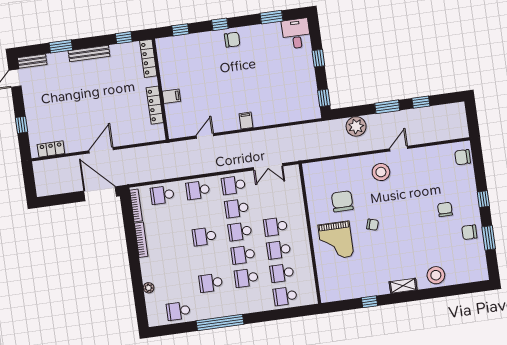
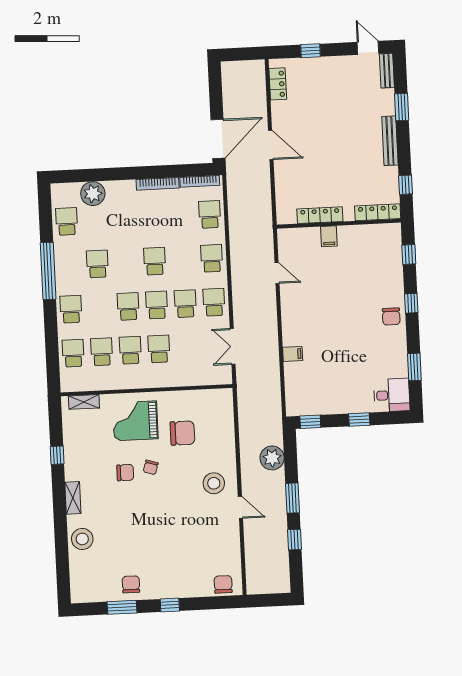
filing cabinet: (246, 121) -> (293, 354), moved
chair: (445, 209) -> (125, 473), moved
school desk: (246, 278) -> (71, 309), moved
shelving: (324, 284) -> (84, 402), added
plant: (149, 288) -> (93, 194), width x1.88, depth x1.88

